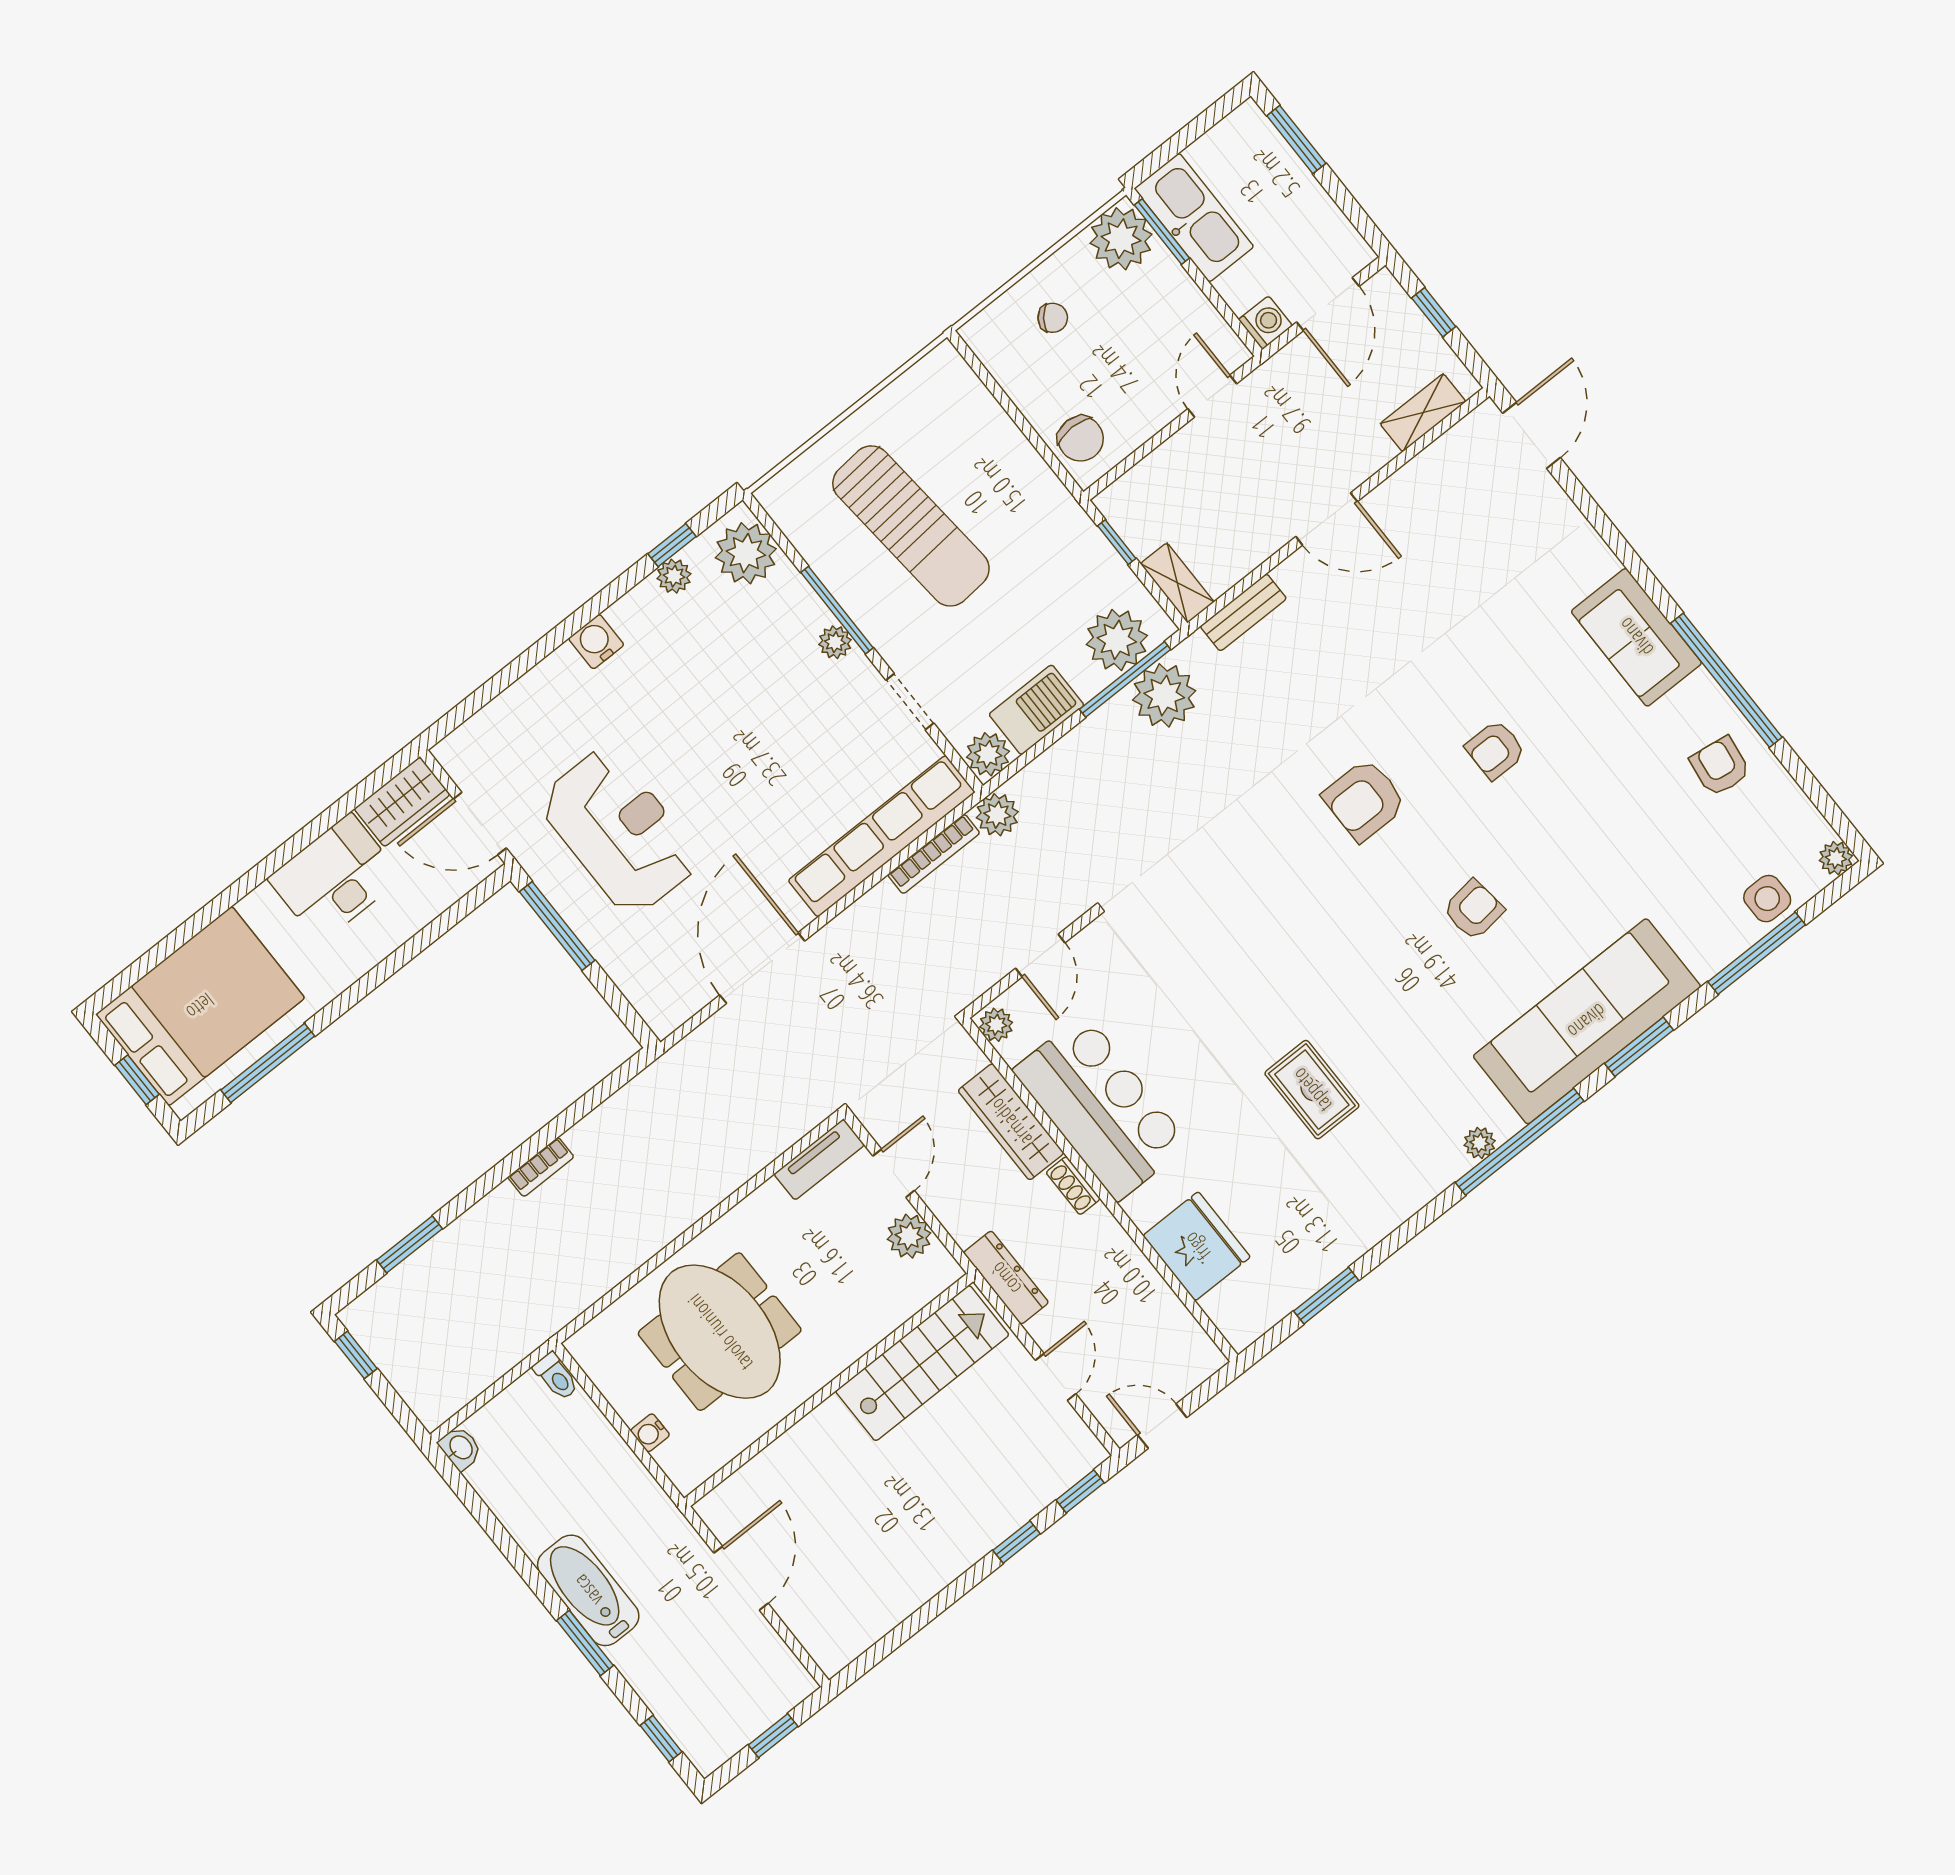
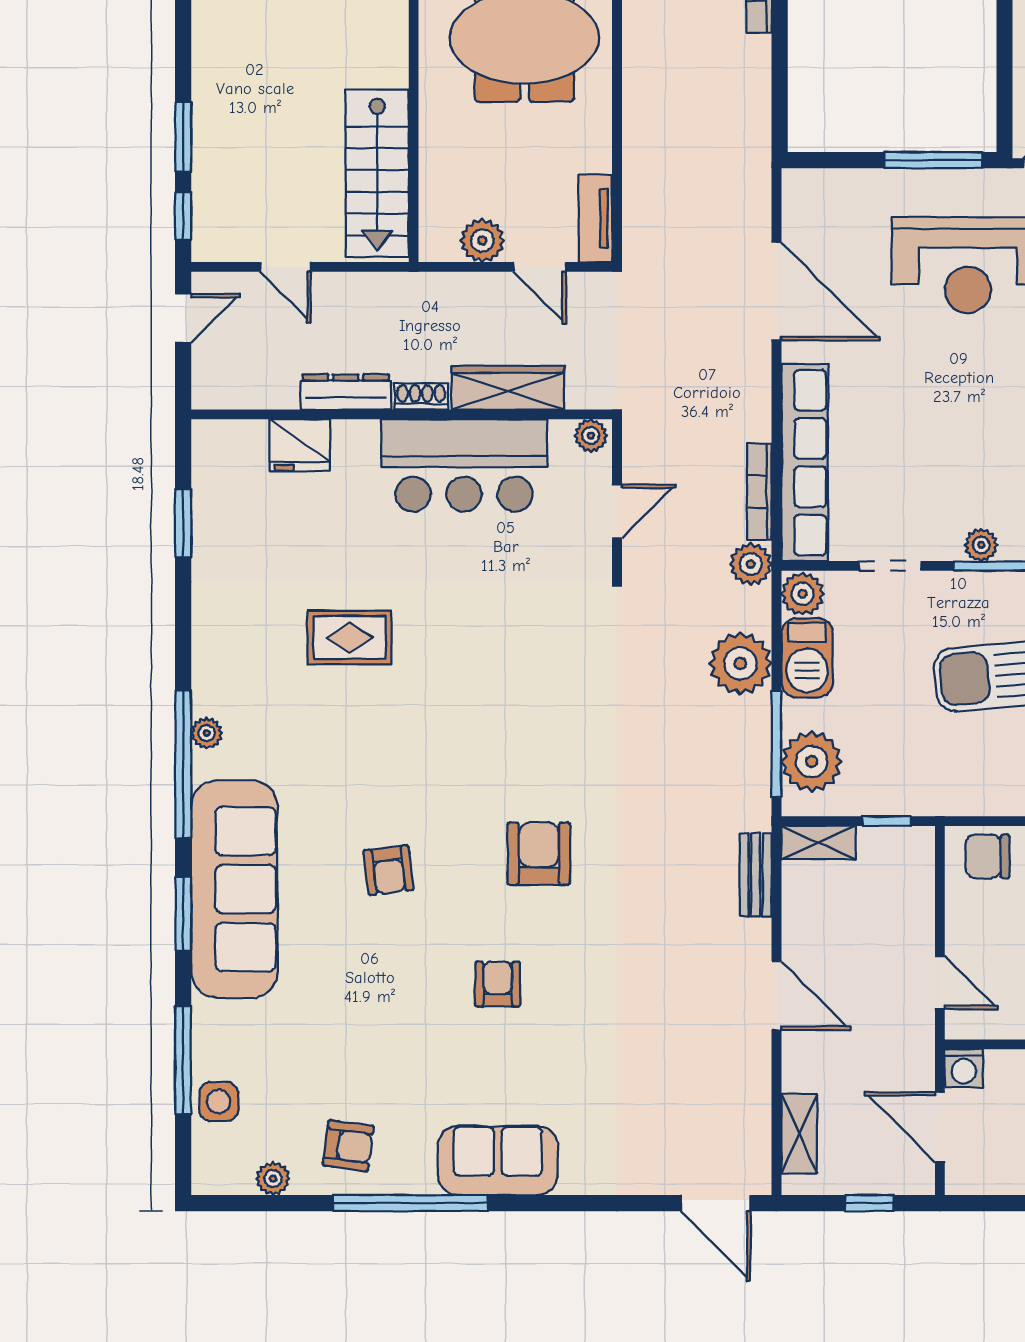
door: (1327, 519) -> (776, 995), swing flipped
plant: (1164, 695) -> (740, 663), moved
plant: (1836, 858) -> (273, 1179), moved
door: (1040, 956) -> (617, 511), swing flipped
fridge: (1197, 1246) -> (300, 445), width x0.73, depth x0.75
dresser: (1006, 1278) -> (346, 392), moved, turned 180
window: (1017, 1542) -> (183, 137), width x1.50

